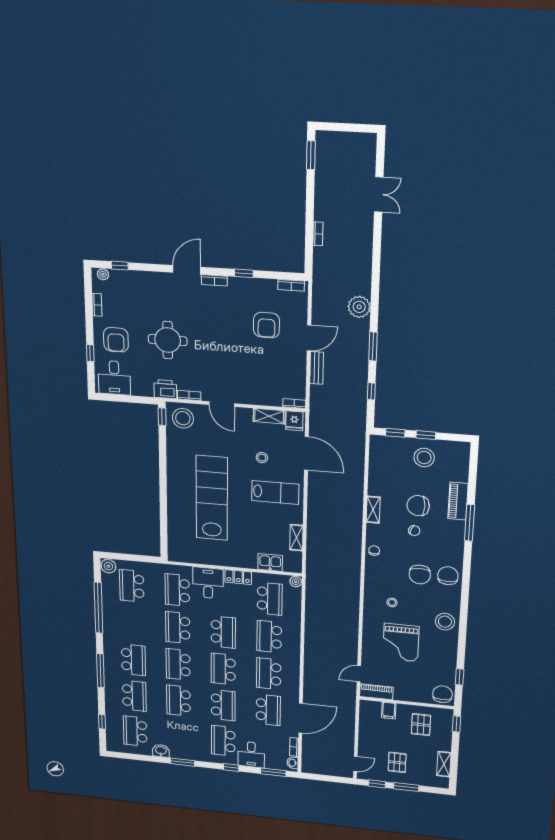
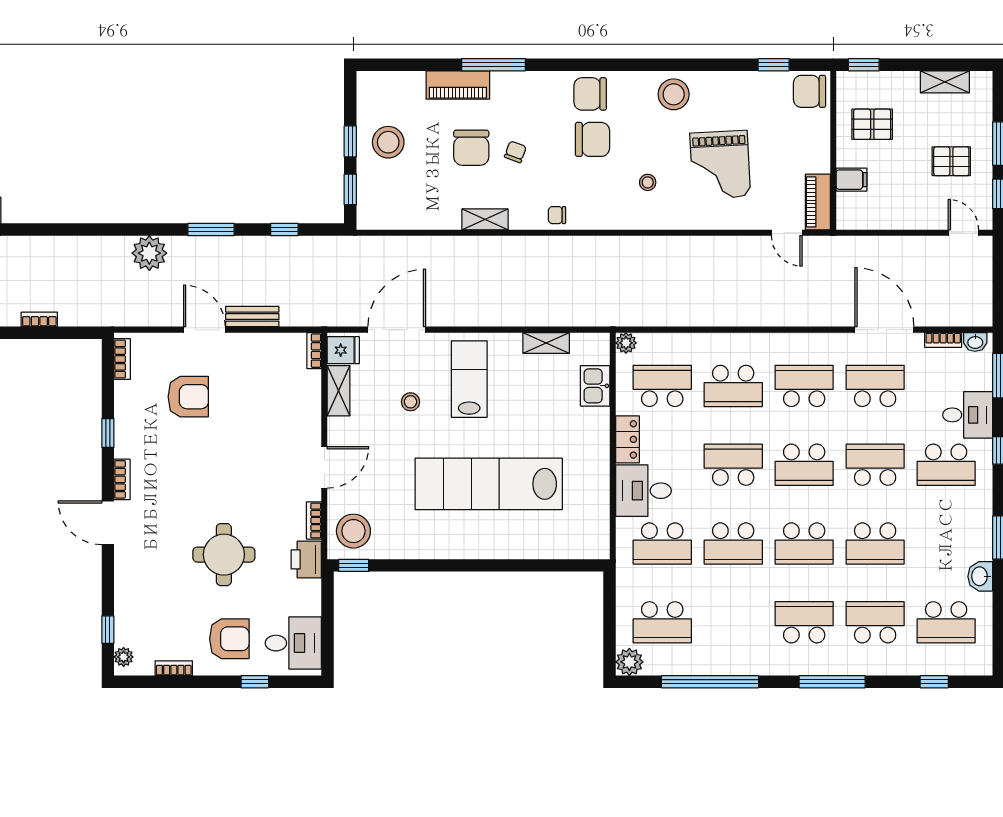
grand piano: (401, 643) -> (720, 165), turned 87
school desk: (269, 674) -> (804, 386), turned 180

